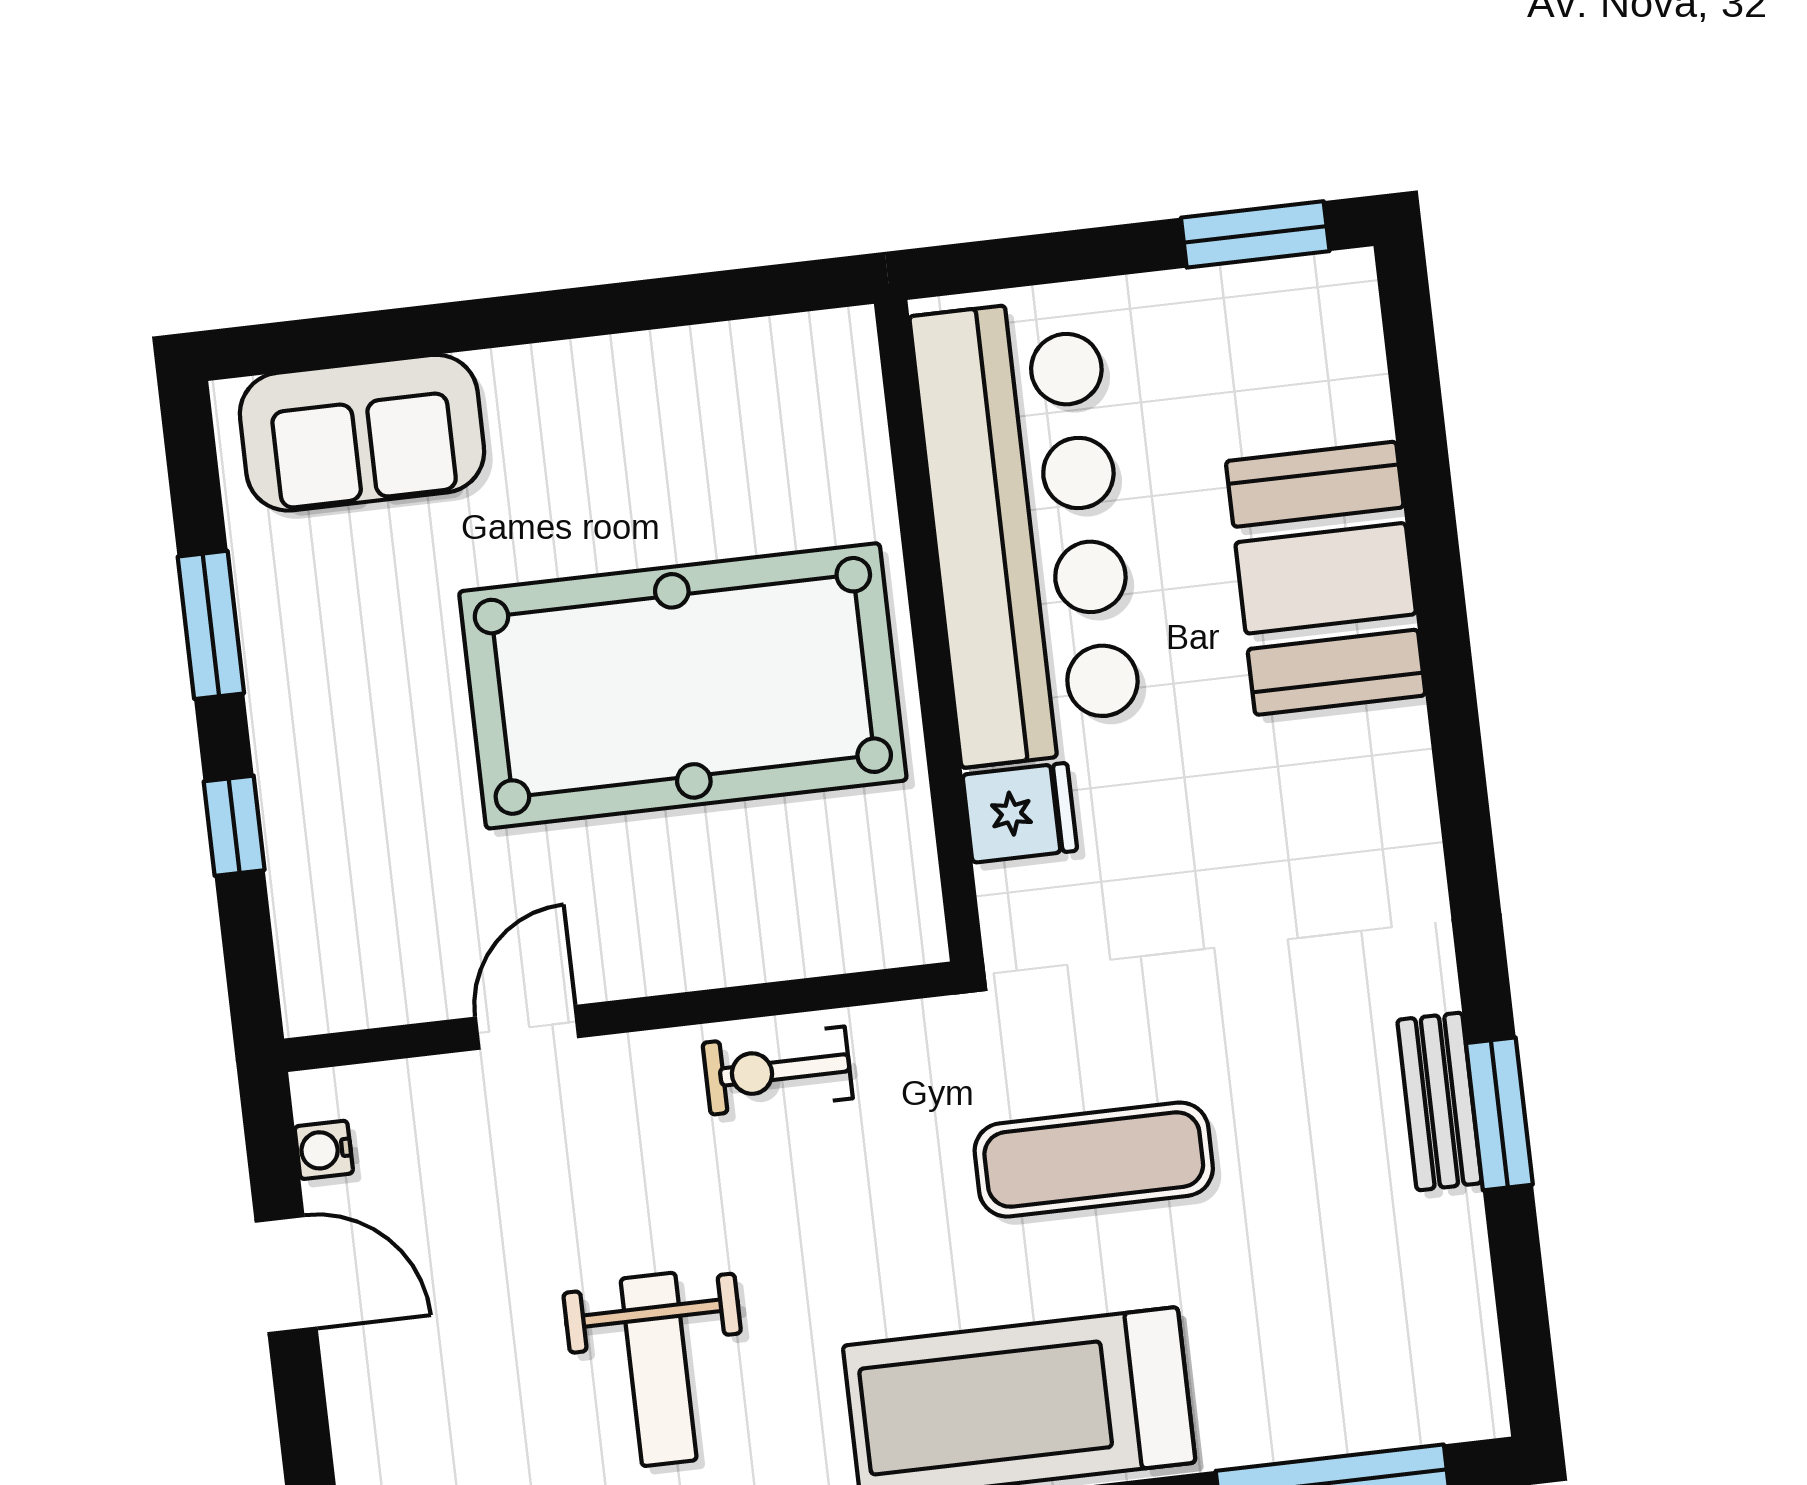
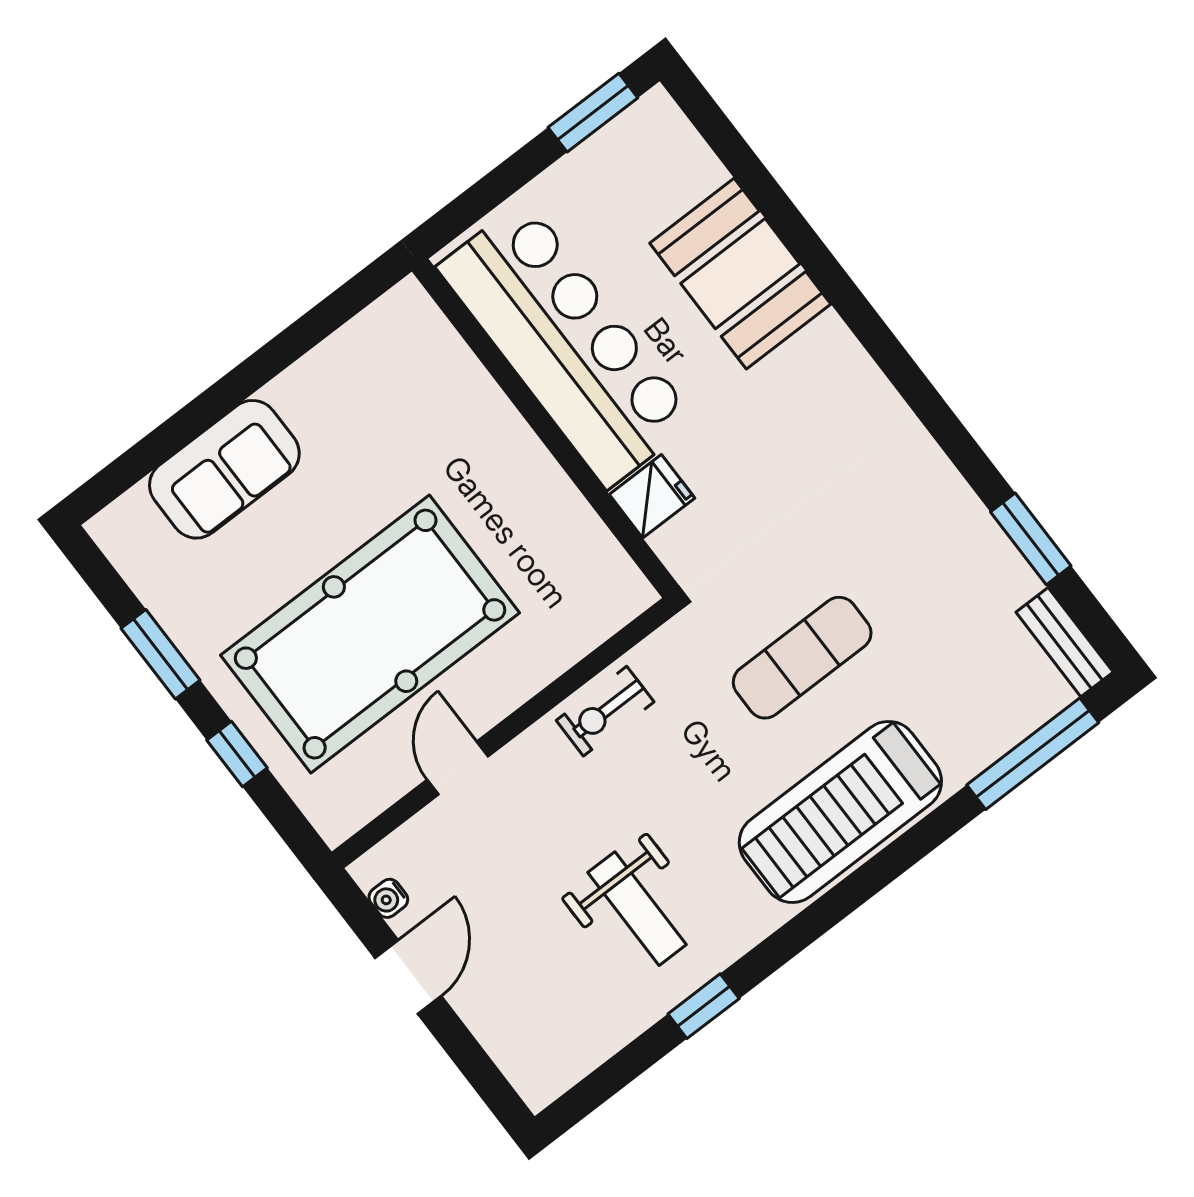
sofa: (362, 433) -> (224, 469), moved
pool table: (683, 686) -> (370, 634), moved
bench: (1439, 1101) -> (1065, 642), moved
window: (1499, 1114) -> (1031, 539), moved
door: (286, 1275) -> (408, 977), hinge flipped

